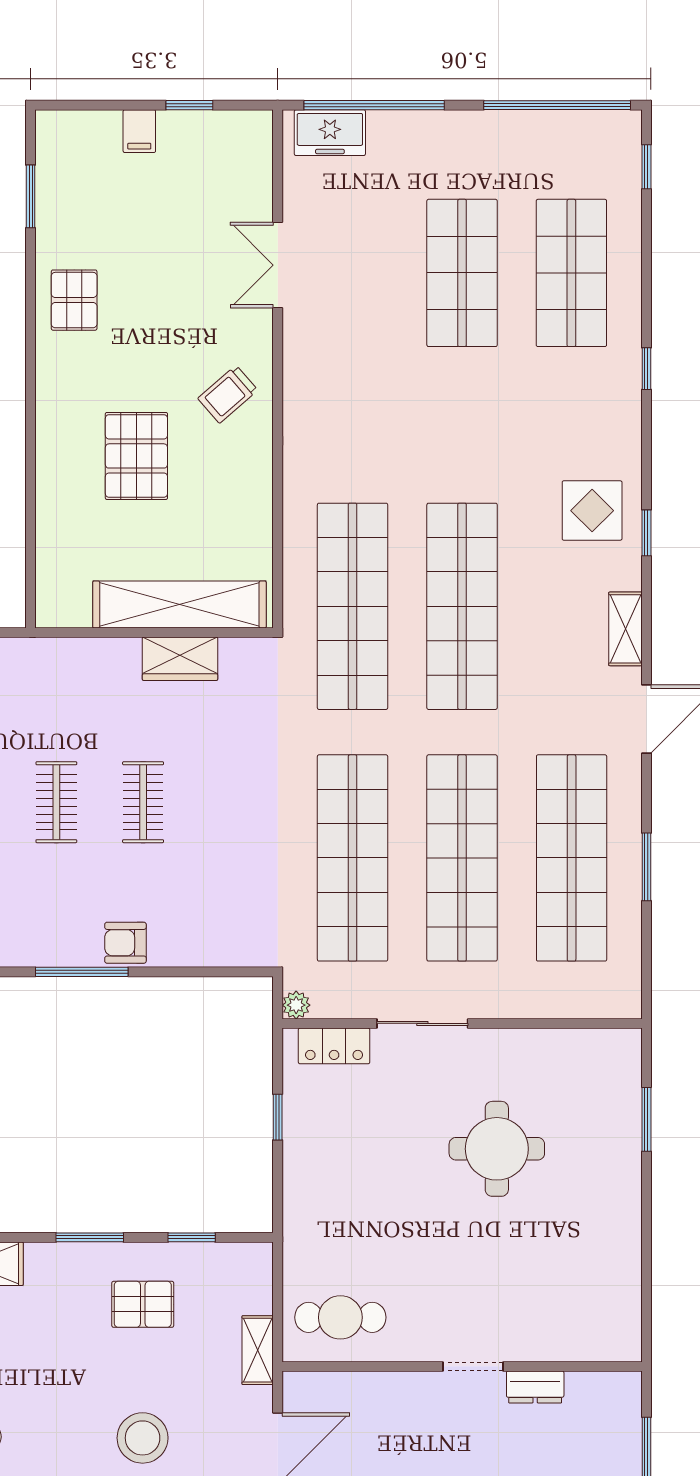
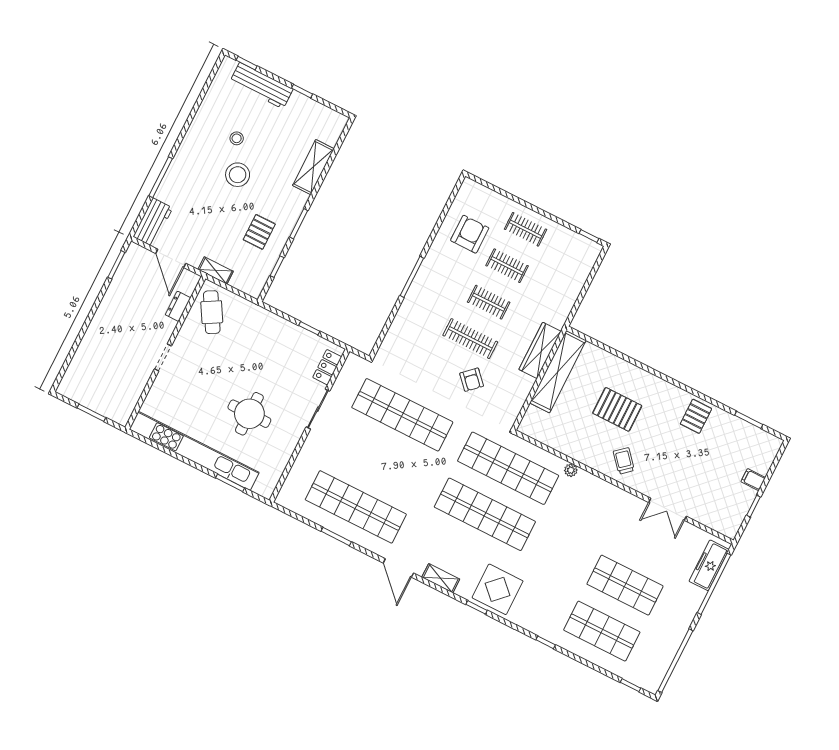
freezer: (330, 133) -> (709, 565), width x1.40
double door: (278, 265) -> (668, 509), swing flipped
pallet: (74, 300) -> (696, 416), turned 90
display table: (592, 511) -> (498, 589), width x1.36, depth x1.36
shelving: (179, 604) -> (558, 372), moved
wardrobe: (180, 659) -> (540, 350), moved, width x1.50
clothes rail: (143, 802) -> (470, 339), width x1.36
shop shelf: (462, 858) -> (379, 461), removed
armchair: (125, 943) -> (472, 380), moved, turned 137
plant: (296, 1005) -> (571, 470), moved
kitchen unit: (620, 1218) -> (194, 451), added
cafe table: (340, 1317) -> (212, 312), turned -30
dresser: (535, 1387) -> (178, 306), moved
stool: (143, 1438) -> (238, 175), moved

